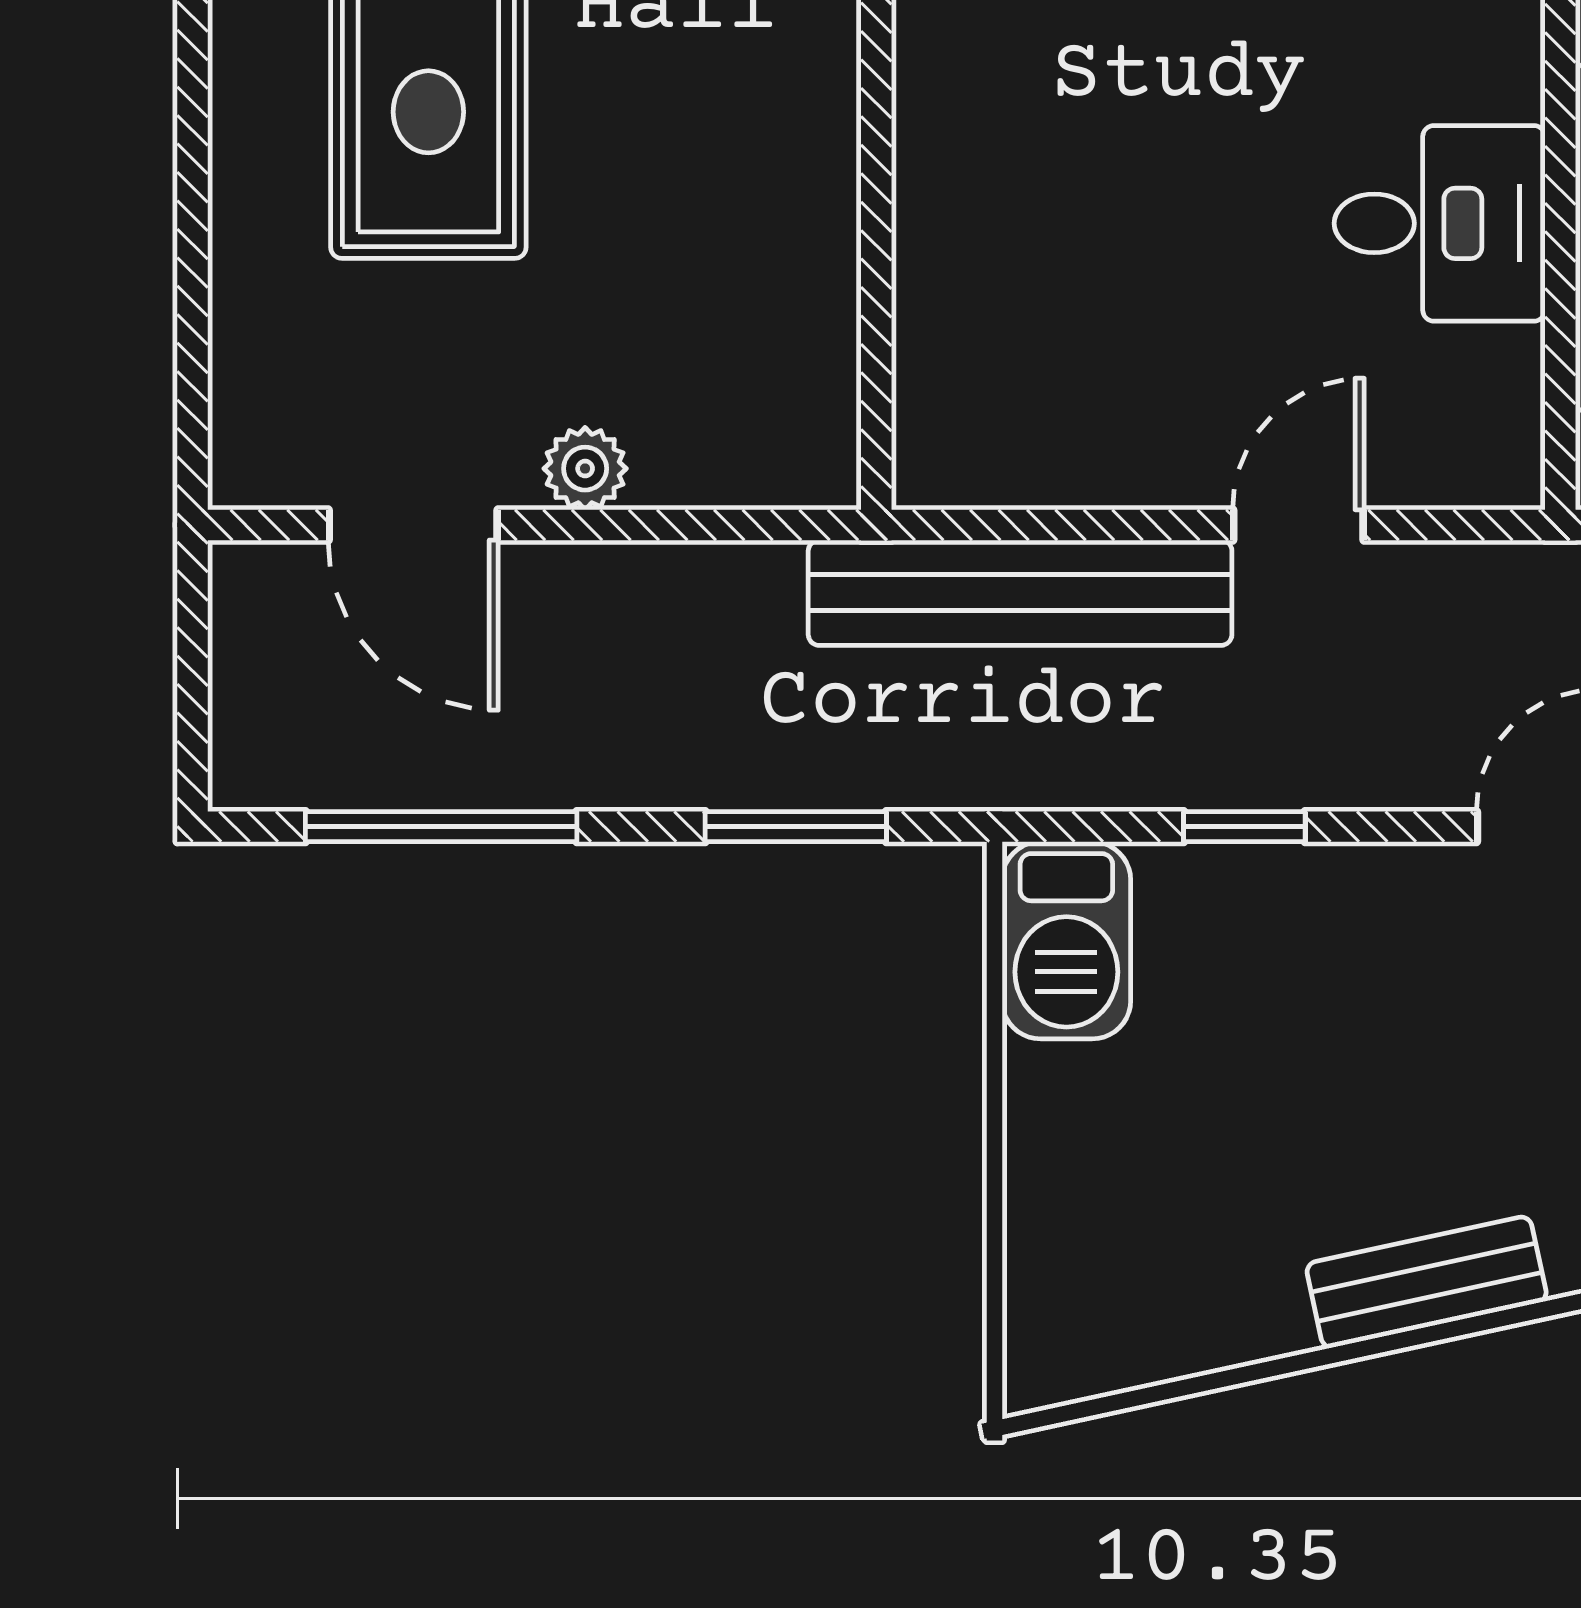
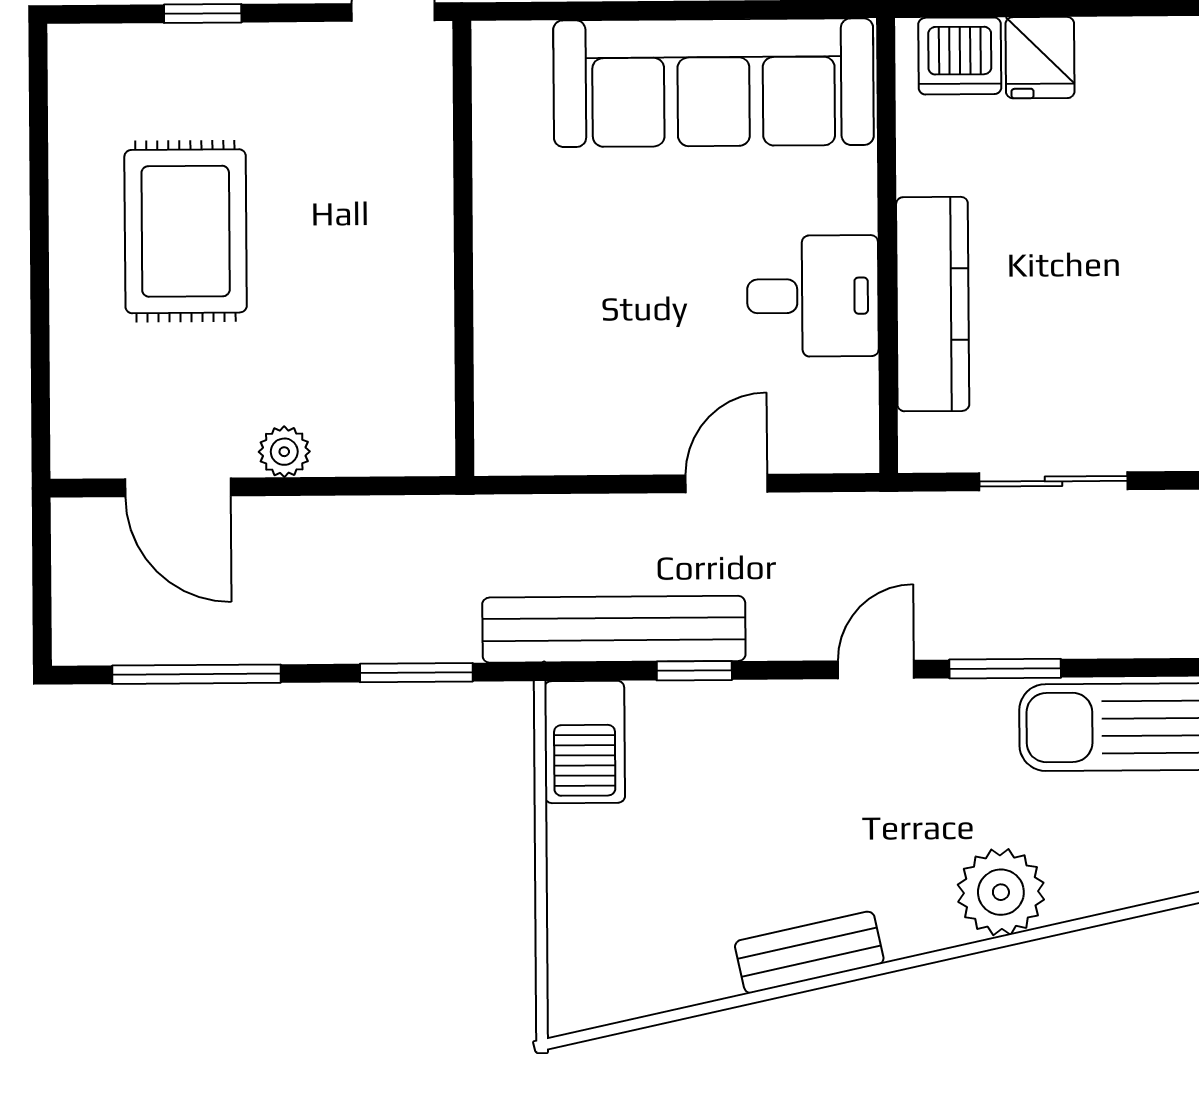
bench: (1020, 593) -> (614, 629), moved

